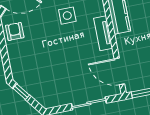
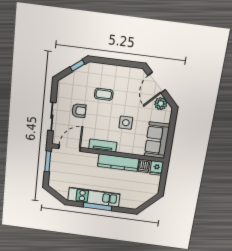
armchair: (15, 31) -> (79, 111), moved
coffee table: (43, 52) -> (104, 94), added

